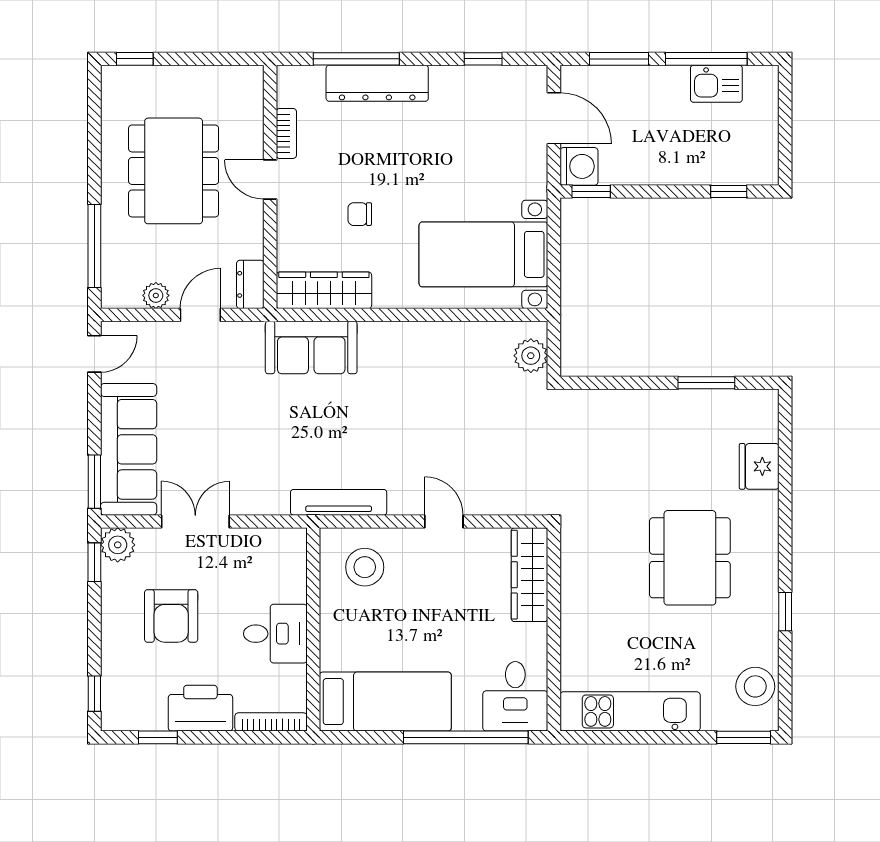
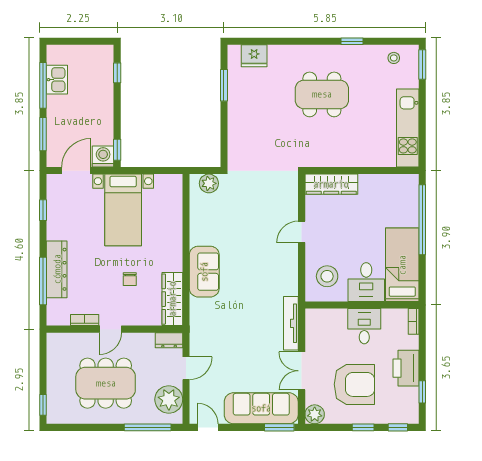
bed with nightstands: (483, 254) -> (123, 210), moved
plant: (156, 295) -> (169, 399), width x1.88, depth x1.88
door: (200, 315) -> (186, 368), swing flipped
sofa: (311, 347) -> (204, 272), moved
fridge: (759, 466) -> (254, 56), moved
tv unit: (339, 502) -> (291, 323), moved
window: (94, 562) -> (363, 427), moved
armchair: (171, 616) -> (354, 384), width x1.36, depth x1.36
stool: (755, 686) -> (394, 58), width x0.53, depth x0.53
desk: (515, 696) -> (366, 282), moved, turned 90
bookcase: (271, 722) -> (414, 321), width x0.64

